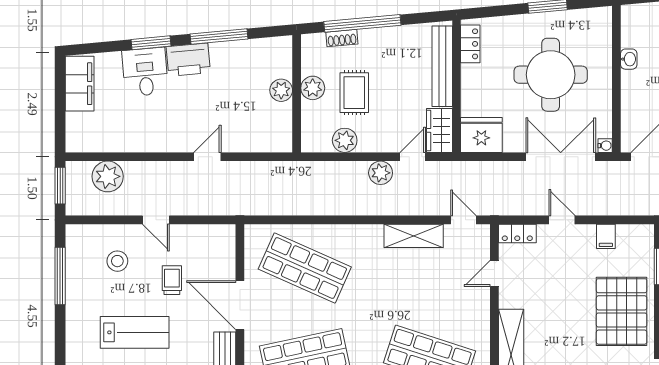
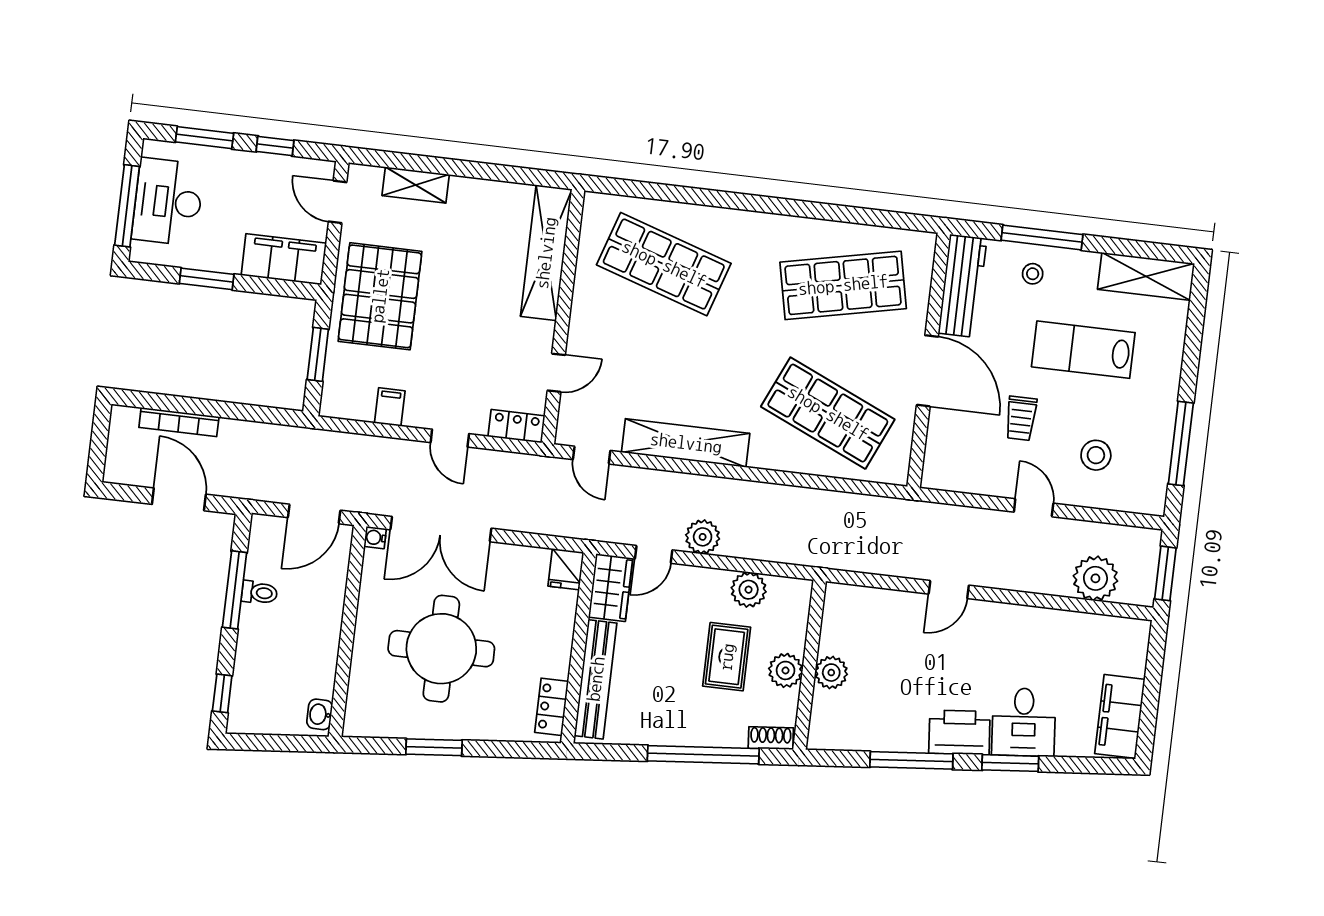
shoe rack: (342, 38) -> (771, 738), moved
washbasin: (629, 59) -> (320, 714), moved
fridge: (481, 135) -> (566, 569), width x0.53, depth x0.75
shelving: (414, 236) -> (686, 443), width x1.47

